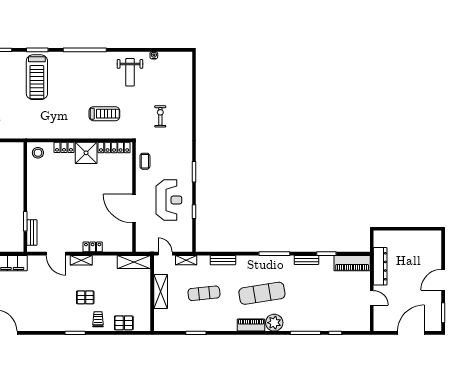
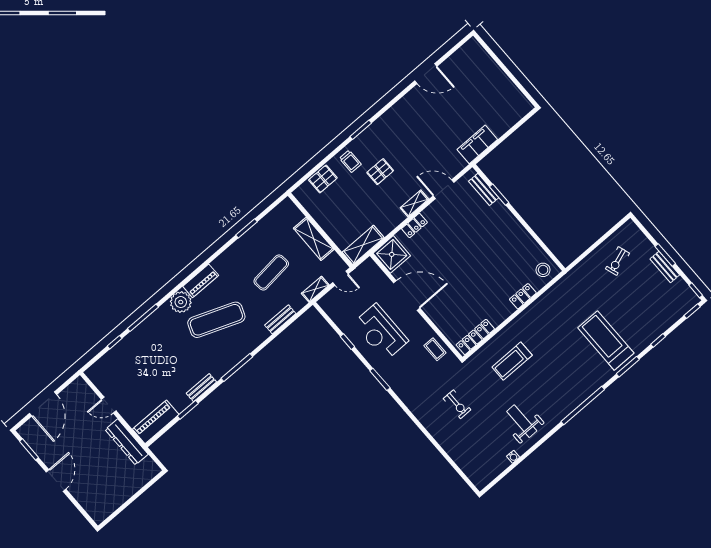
shower: (86, 153) -> (392, 254), moved
exercise mat: (262, 293) -> (216, 320), turned 30

